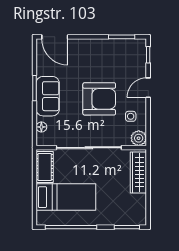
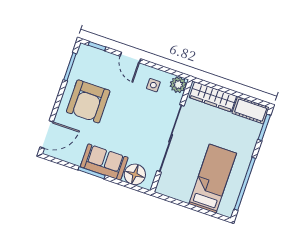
armchair: (99, 99) -> (88, 101), moved, turned 180
floor lamp: (41, 127) -> (135, 174), width x1.89, depth x1.89
cot: (45, 167) -> (251, 110), moved

